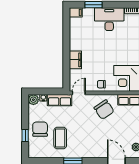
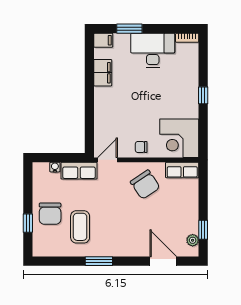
filing cabinet: (75, 60) -> (103, 73), moved
plant: (33, 100) -> (40, 170), removed
chair: (40, 129) -> (50, 214), turned 180

